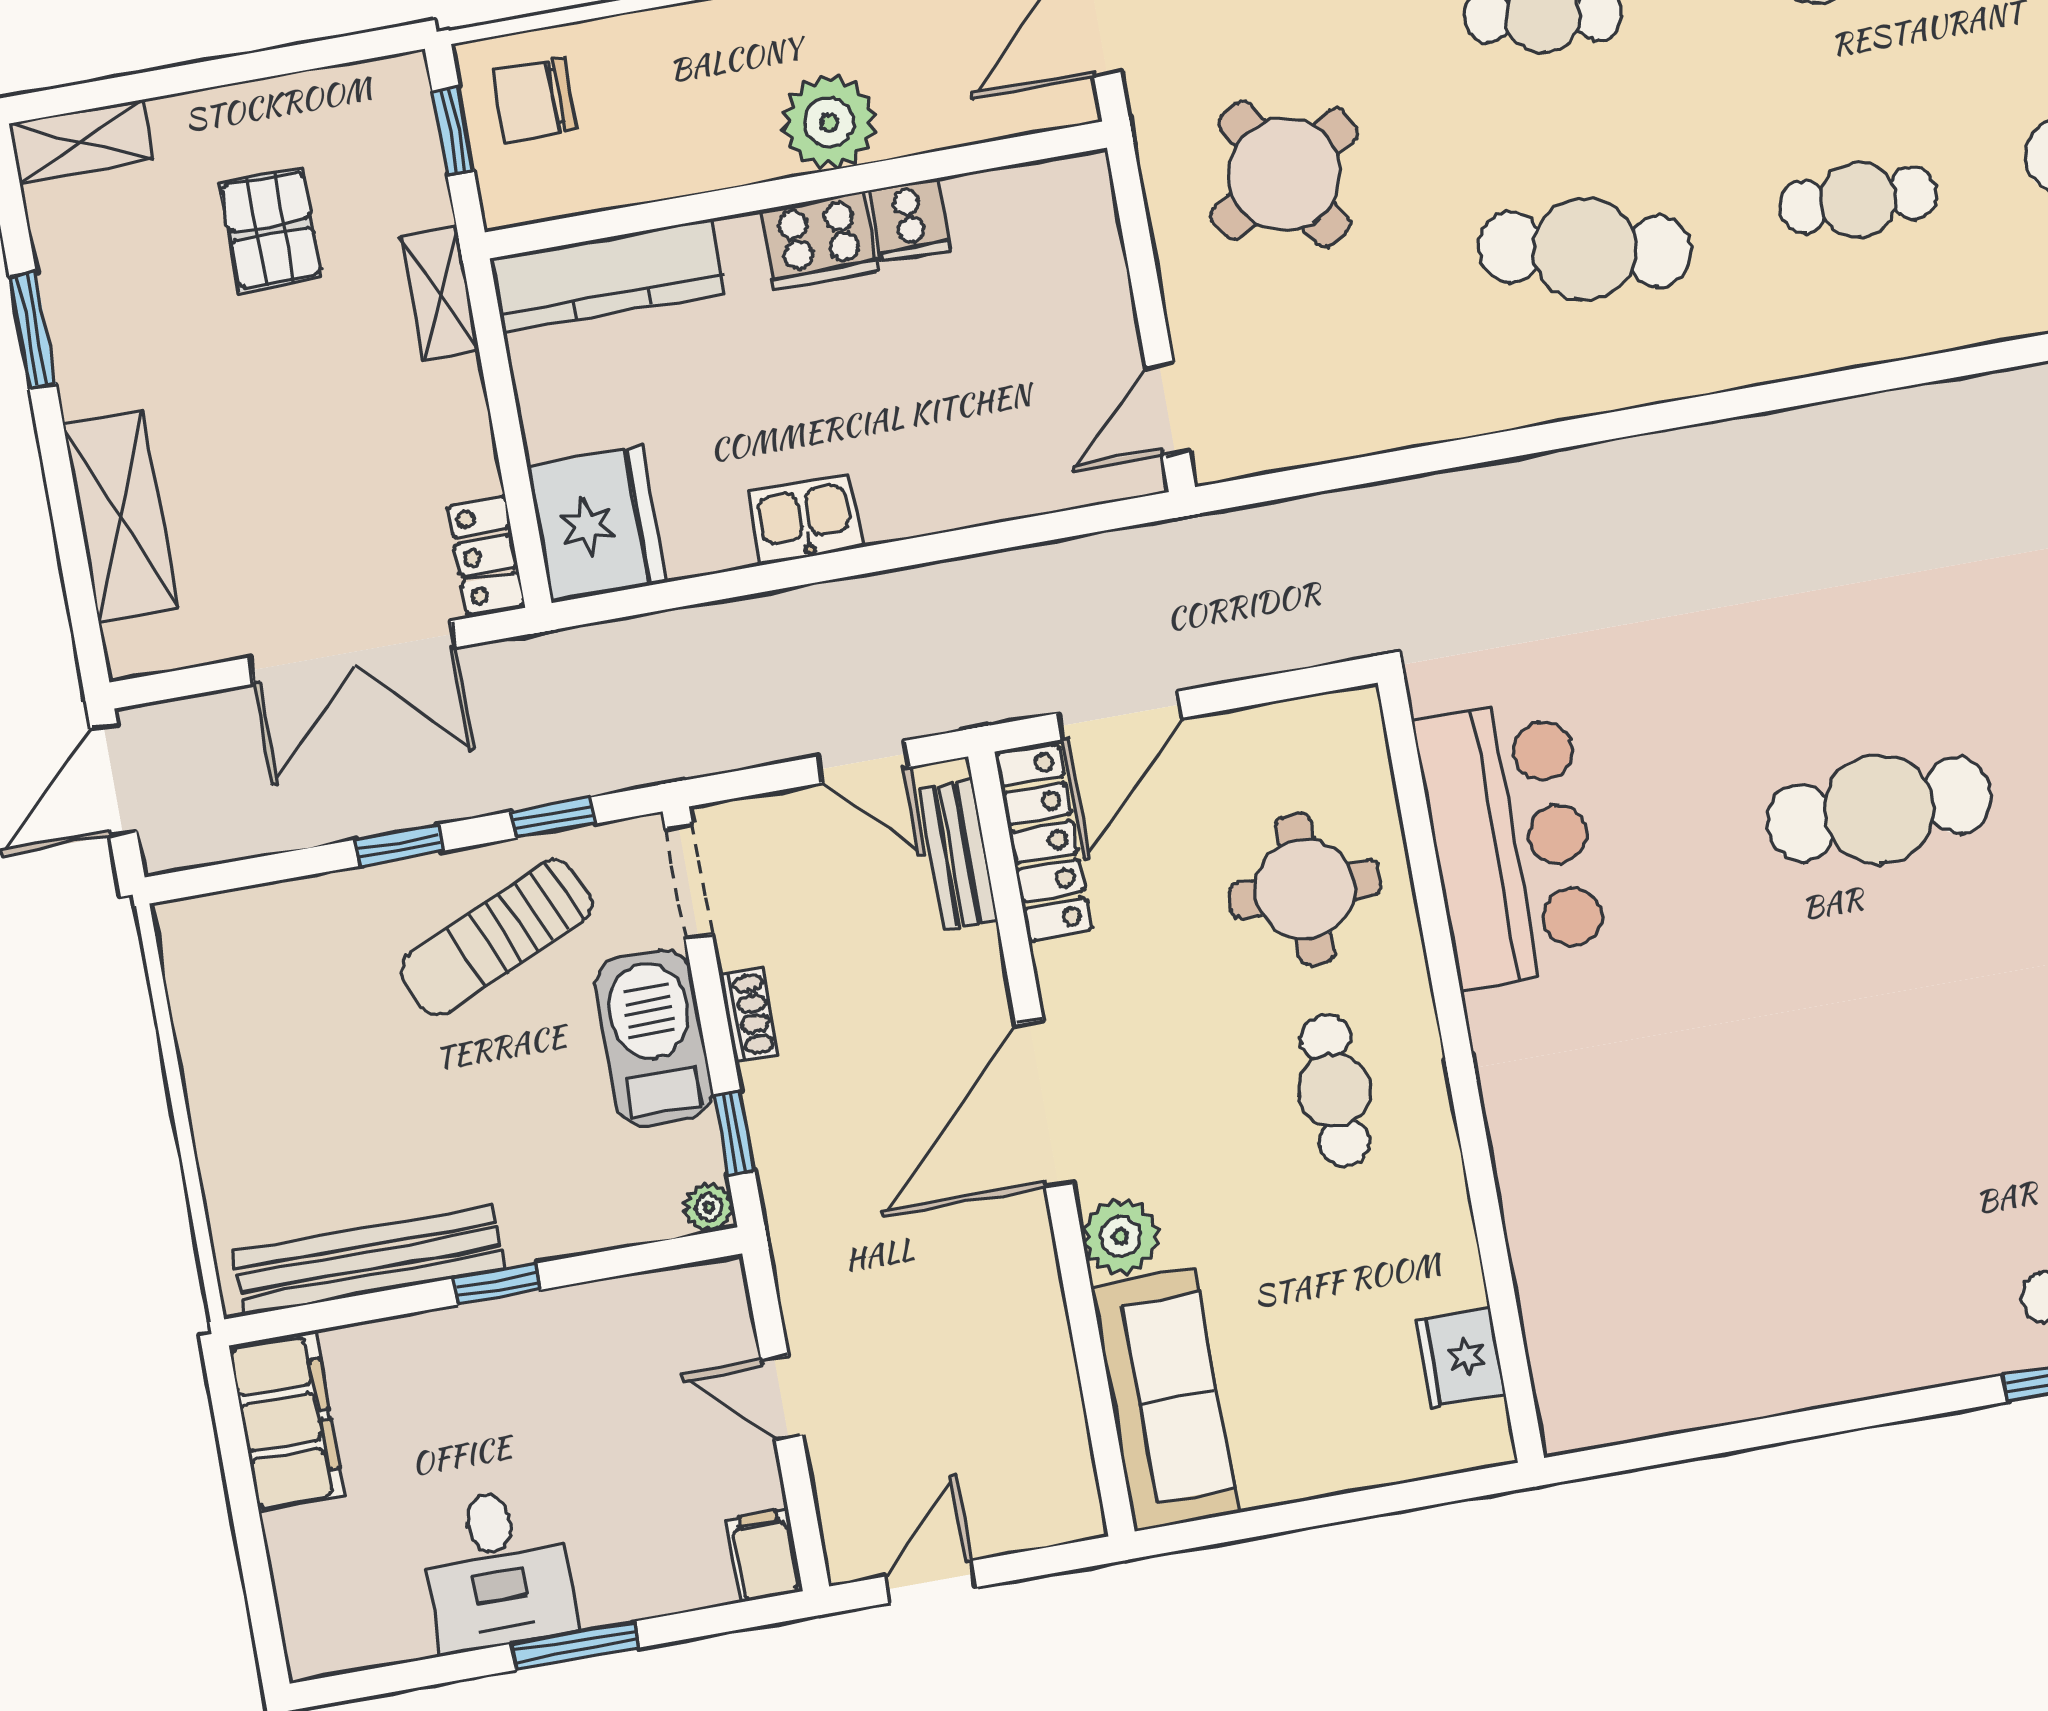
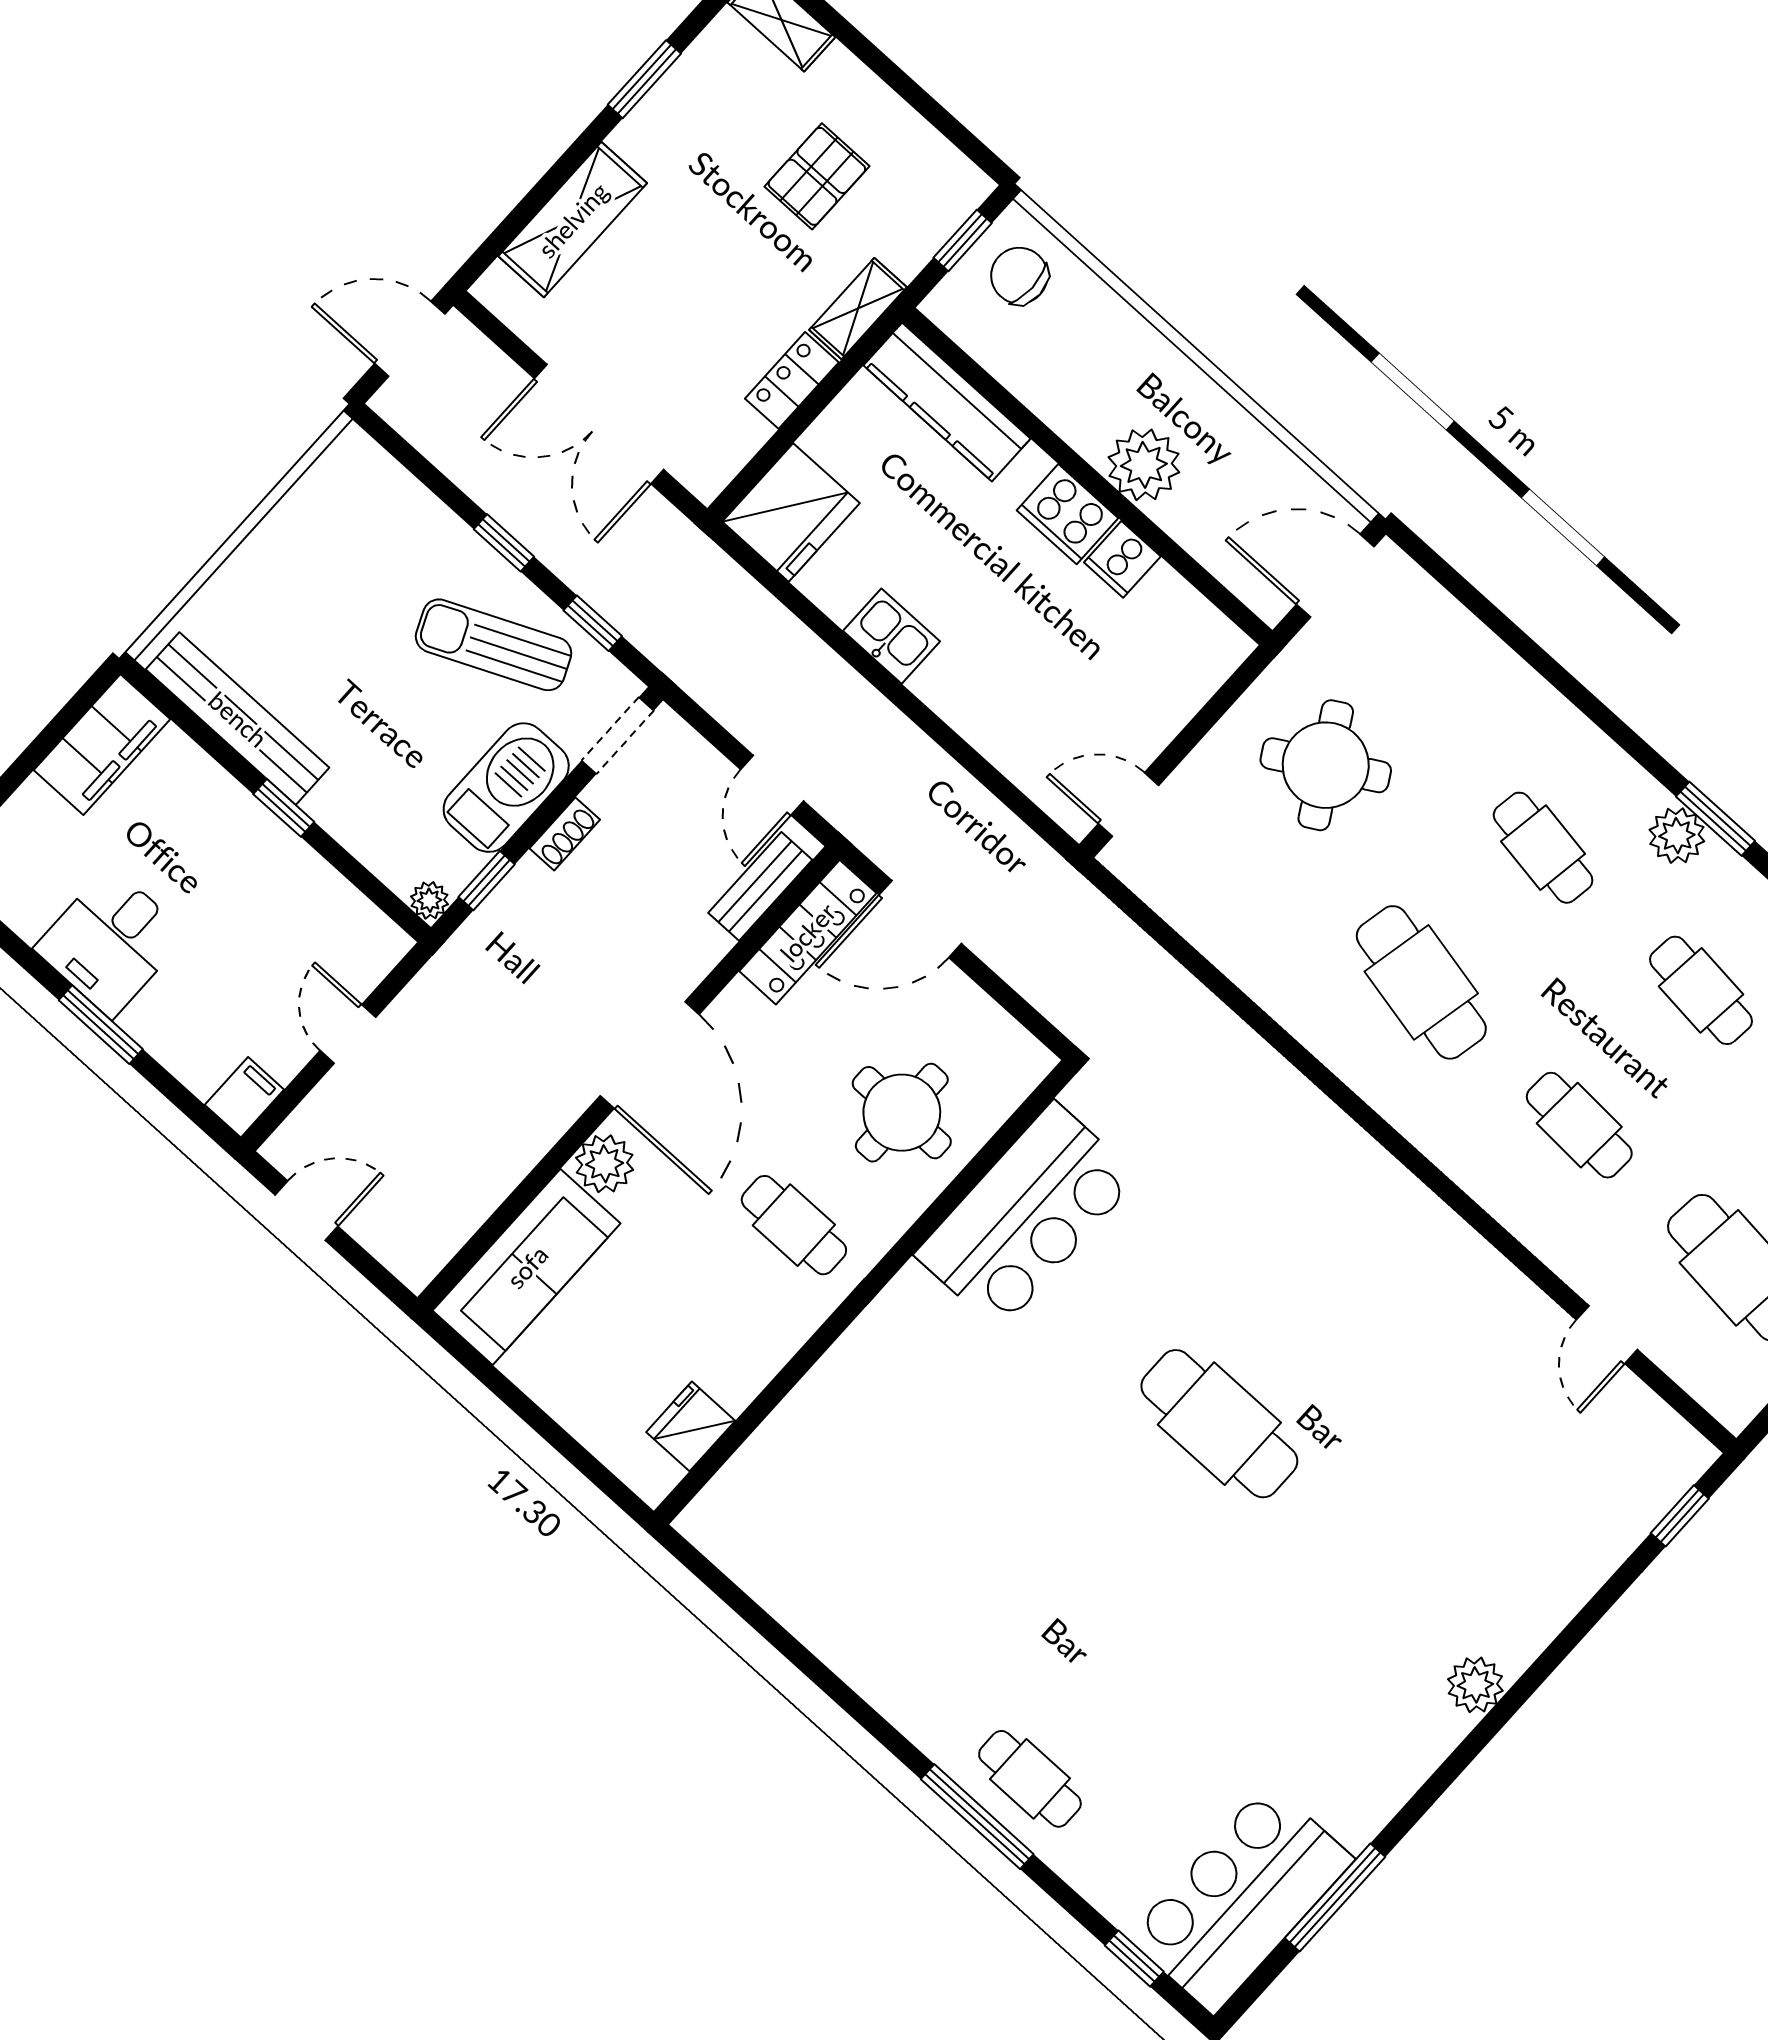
locker: (486, 555) -> (792, 380), moved
cafe table: (1335, 1090) -> (794, 1225), turned 90
door: (1044, 1104) -> (650, 1055), swing flipped

